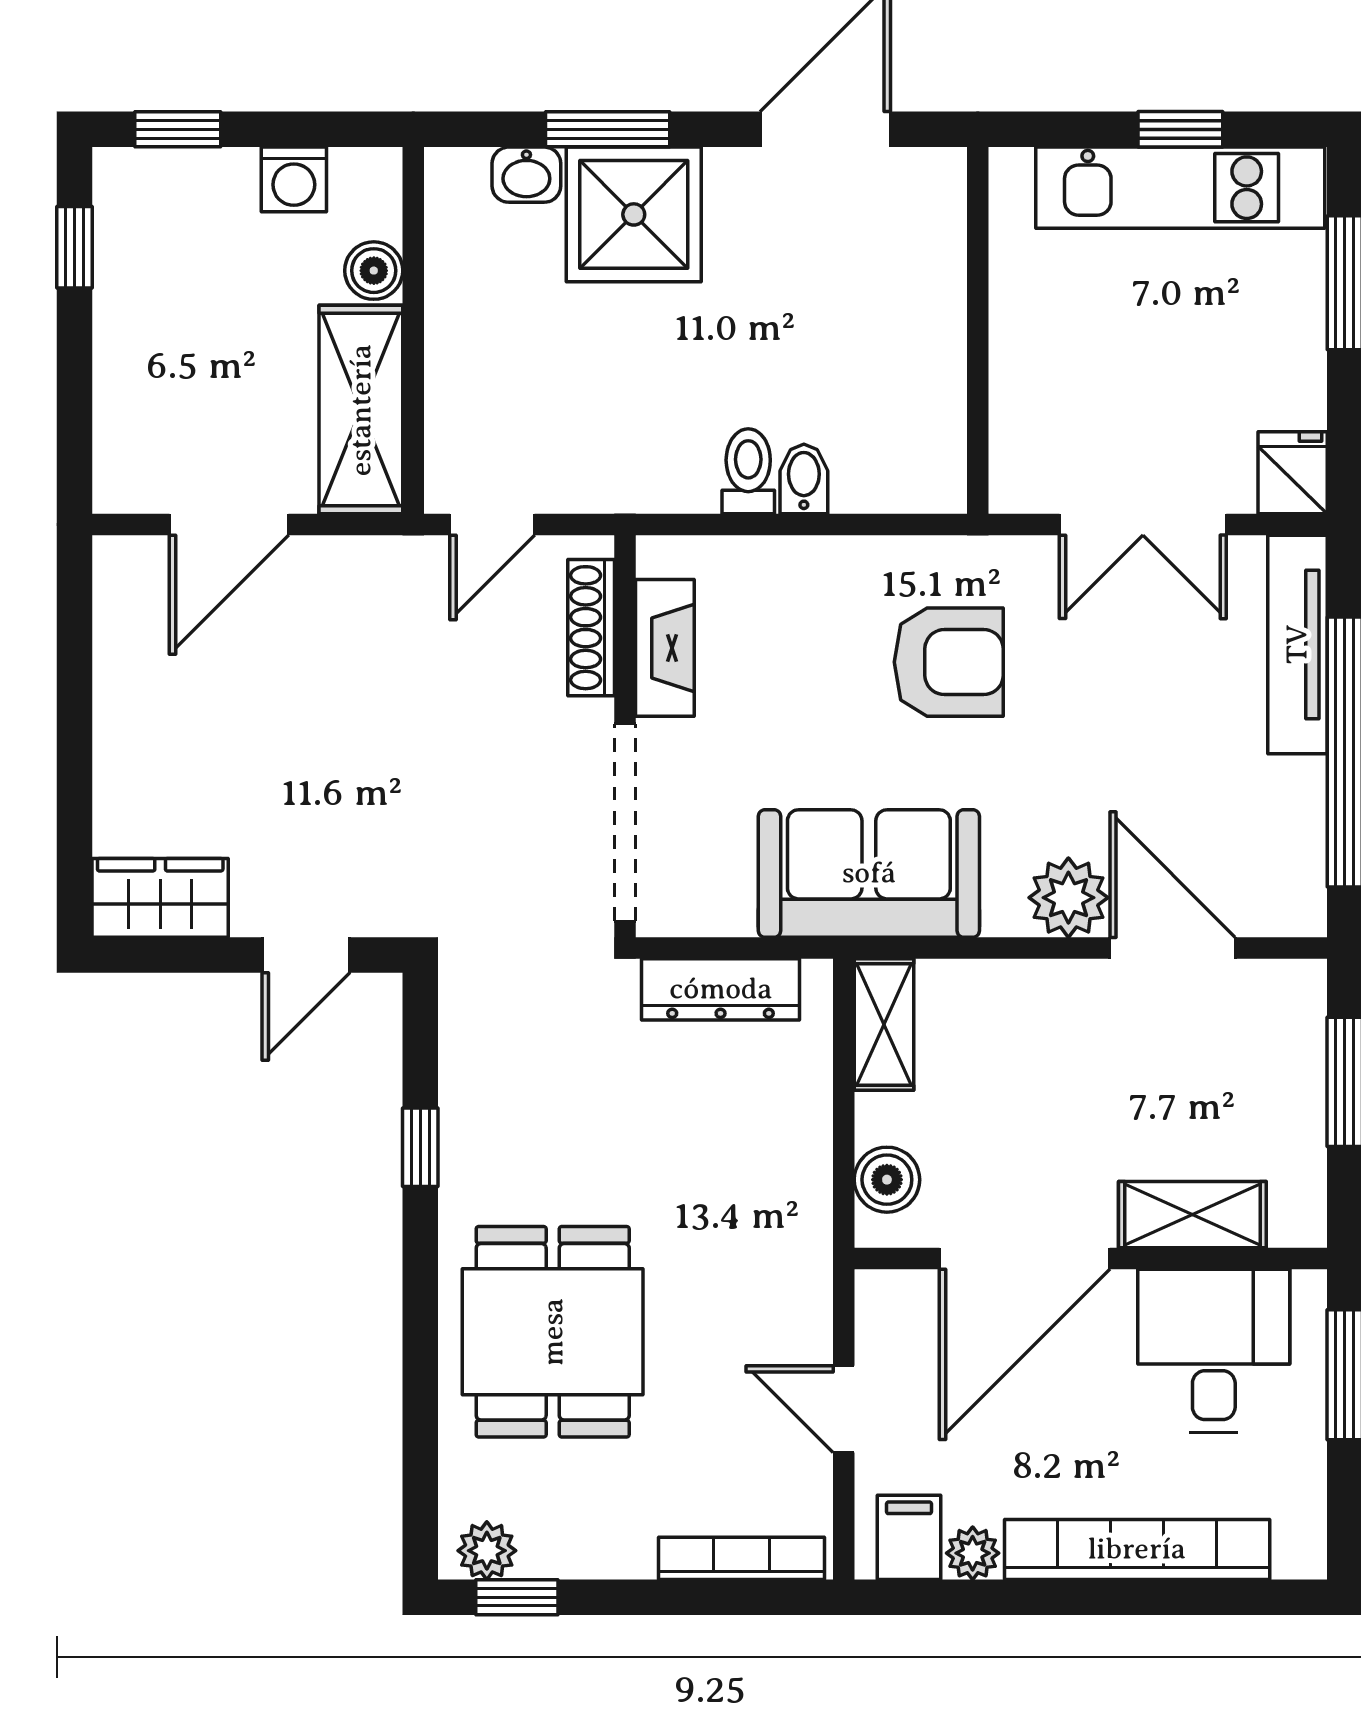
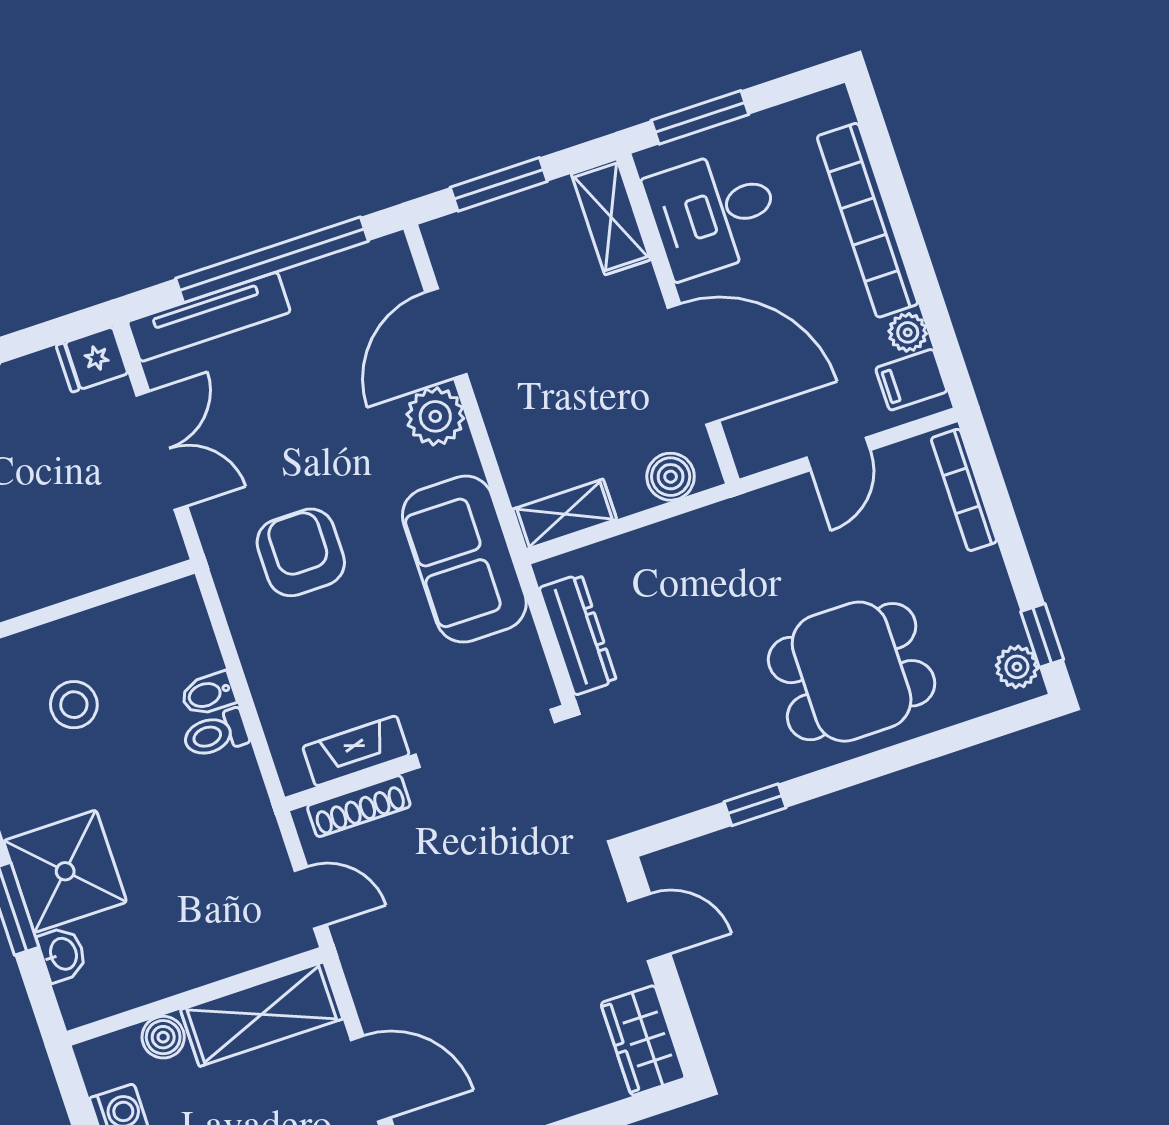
stool: (848, 298) -> (74, 705), added
shelving: (1192, 1215) -> (611, 217), moved

